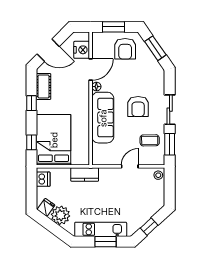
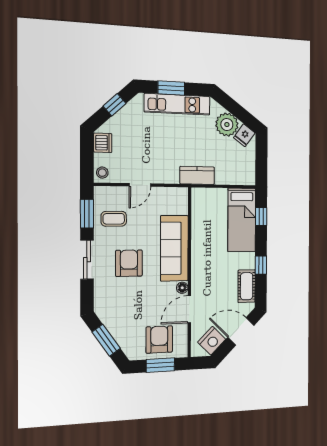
armchair: (125, 49) -> (159, 340), moved
nightstand: (82, 50) -> (212, 341), moved, turned -135
bed: (54, 140) -> (242, 220), width x0.67
dishwasher: (43, 179) -> (103, 143), moved, turned 180

